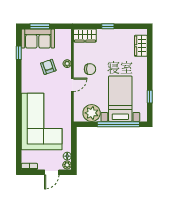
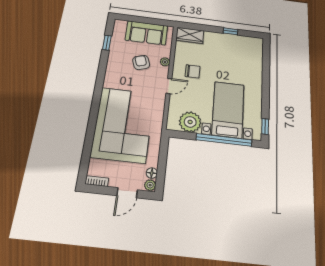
window: (40, 26) -> (137, 19), removed
window: (108, 26) -> (231, 31), moved
sofa: (38, 39) -> (147, 33), moved
wardrobe: (141, 46) -> (256, 54), removed
window: (150, 97) -> (265, 126), moved

